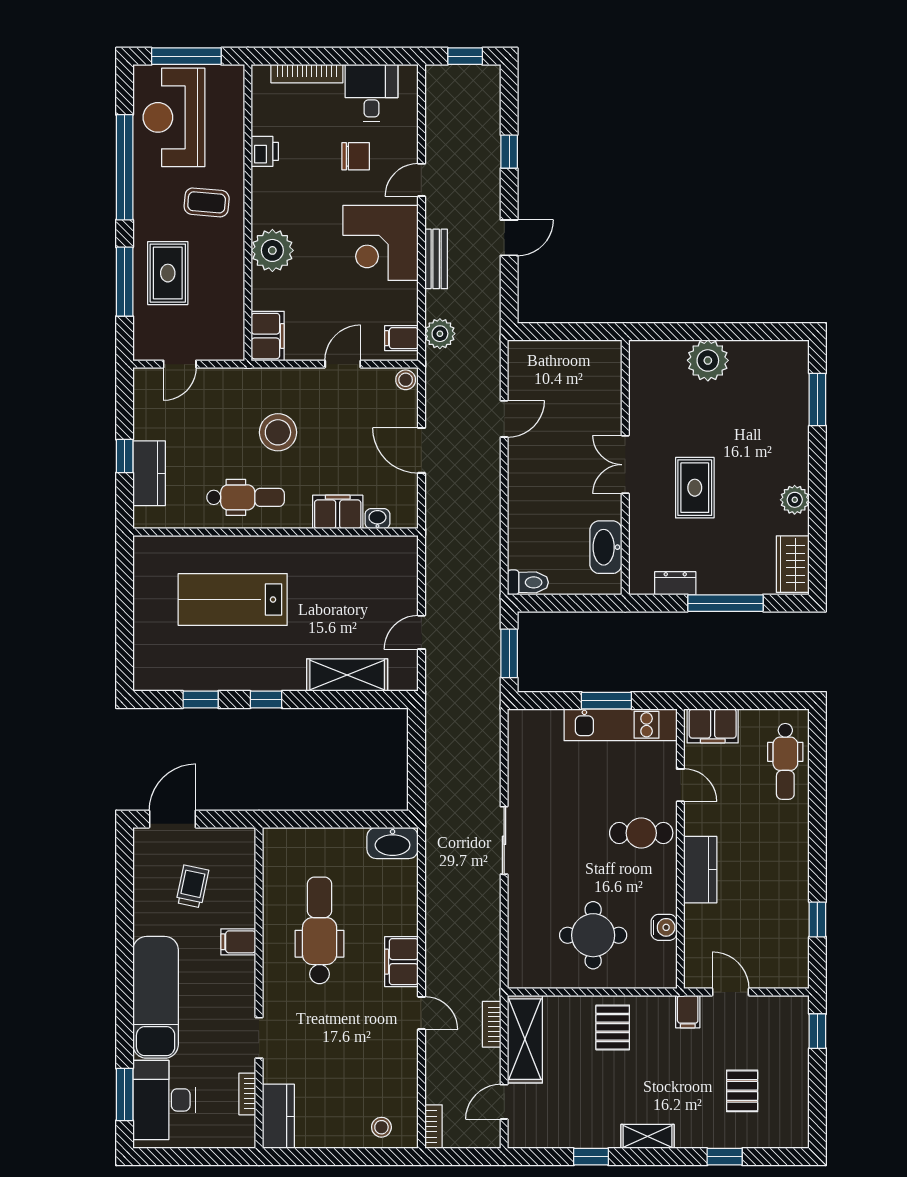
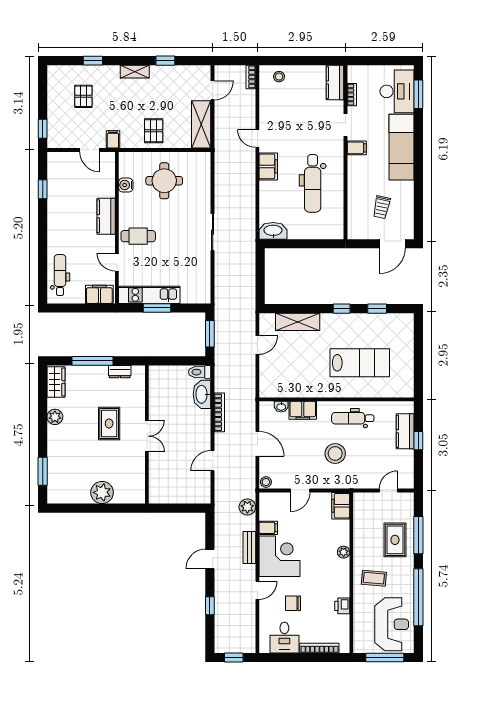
plant: (272, 250) -> (344, 552), width x0.53, depth x0.53
filing cabinet: (401, 338) -> (268, 528), moved
washbasin: (606, 547) -> (202, 394), moved, turned 180
filing cabinet: (238, 942) -> (357, 148), moved
bookcase: (492, 1024) -> (219, 412), moved, width x1.56

